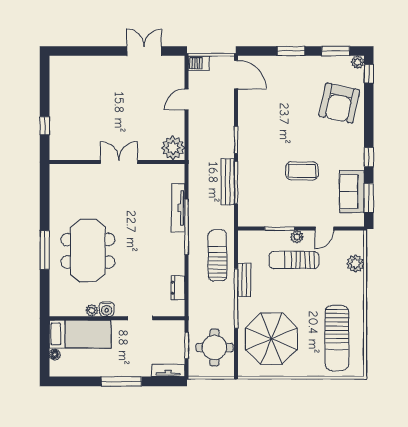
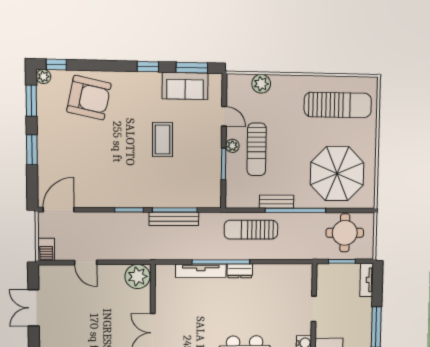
dresser: (178, 288) -> (240, 271), moved

